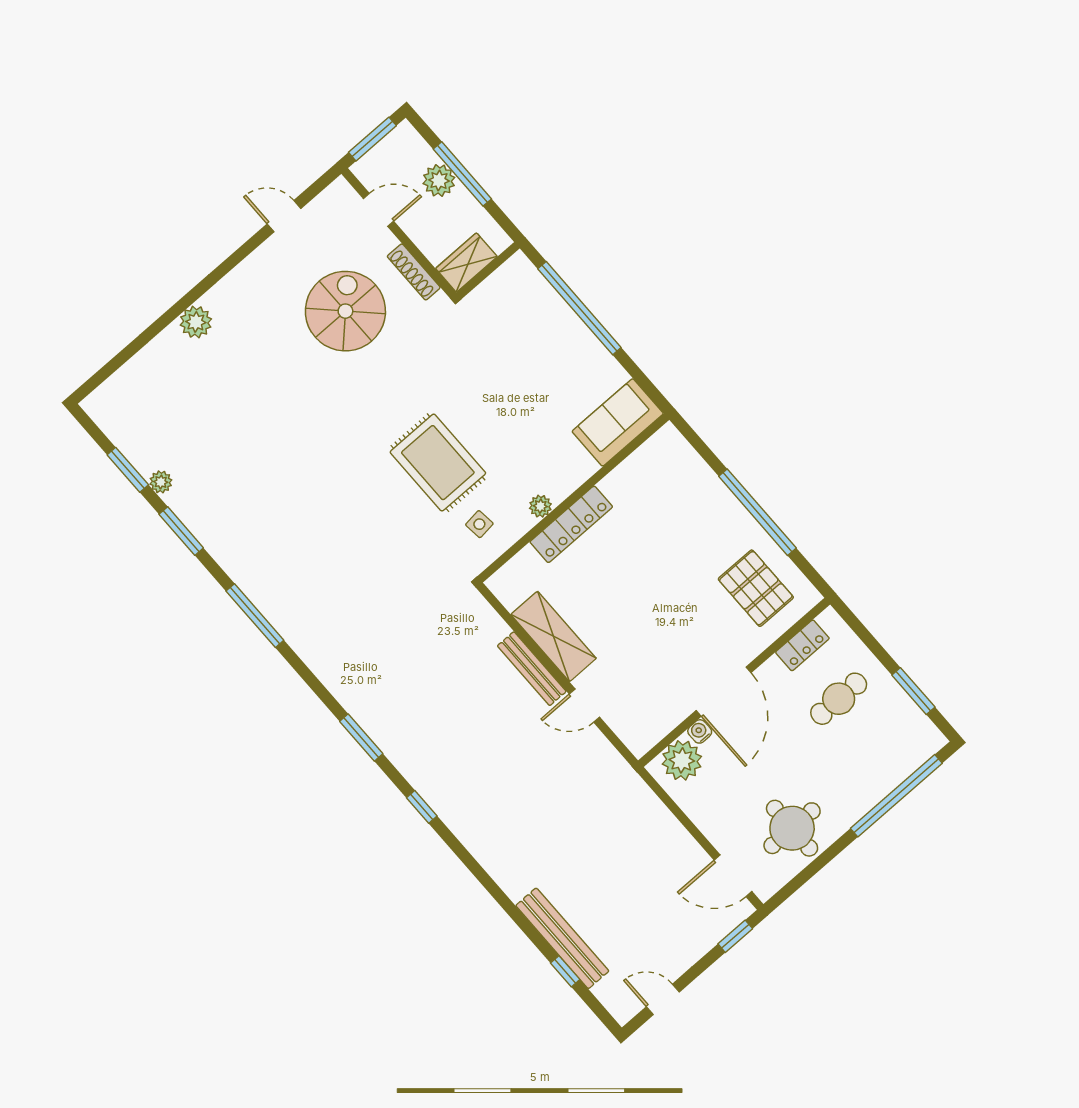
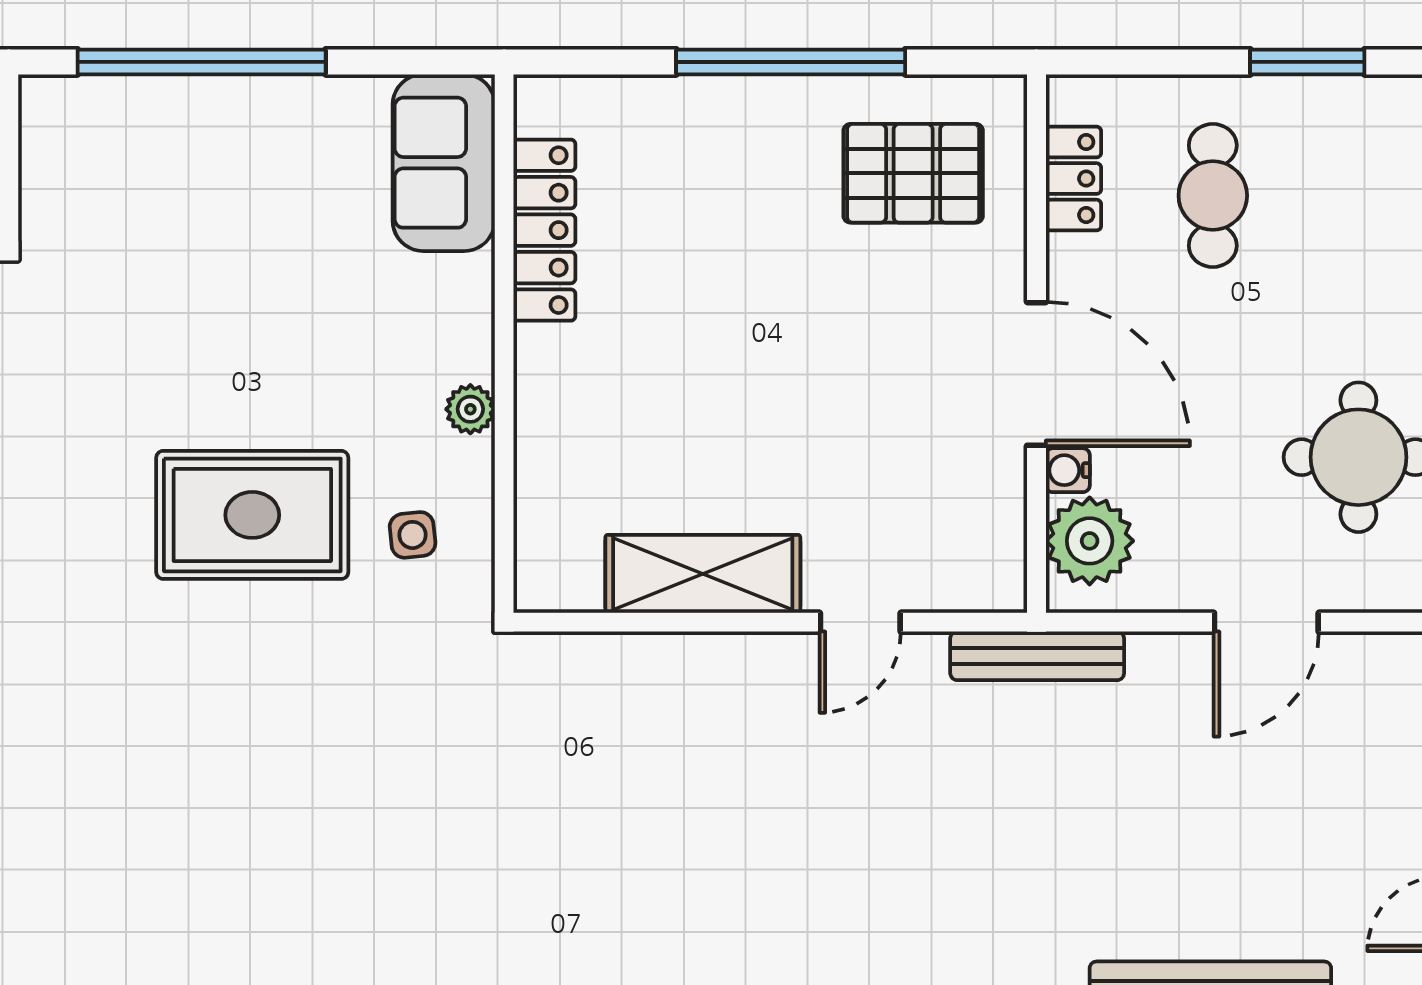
locker: (571, 524) -> (544, 230), moved
bench: (532, 669) -> (1037, 656), moved
door: (733, 876) -> (1266, 622), moved

